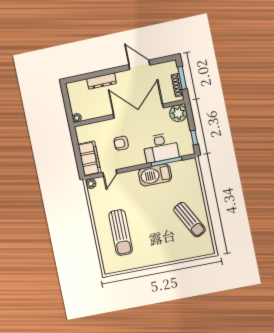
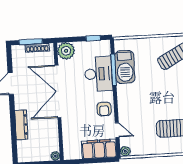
armchair: (121, 143) -> (104, 109), moved
barbecue: (155, 175) -> (125, 67), moved

